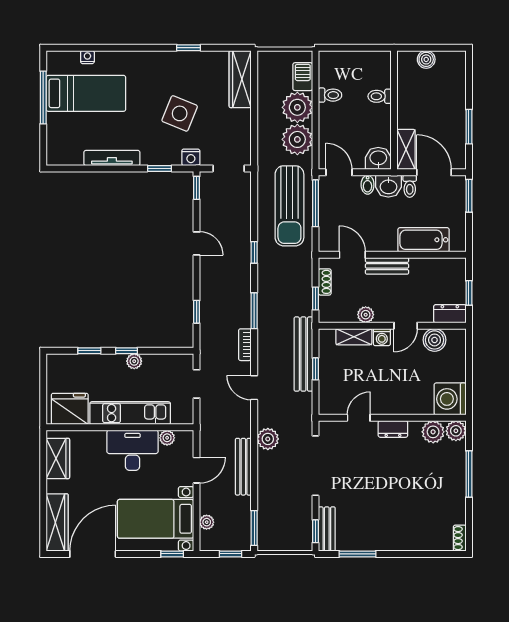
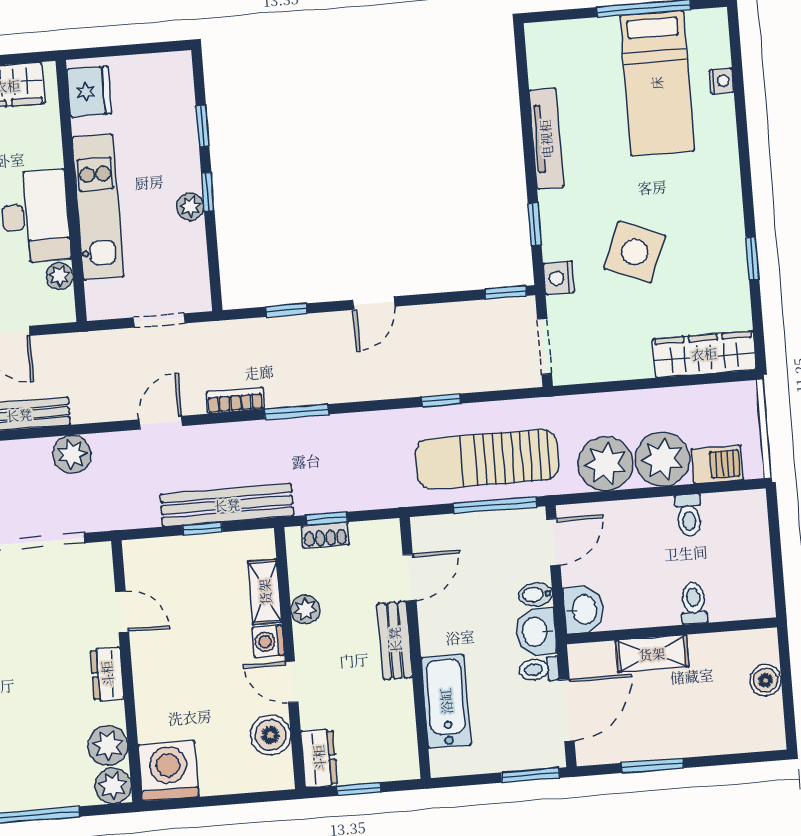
shelving: (406, 149) -> (652, 654), moved
door: (197, 243) -> (374, 303), moved
window: (254, 252) -> (441, 400), moved
shoe rack: (325, 282) -> (325, 535), moved
fridge: (70, 409) -> (89, 92), width x0.73, depth x0.75

